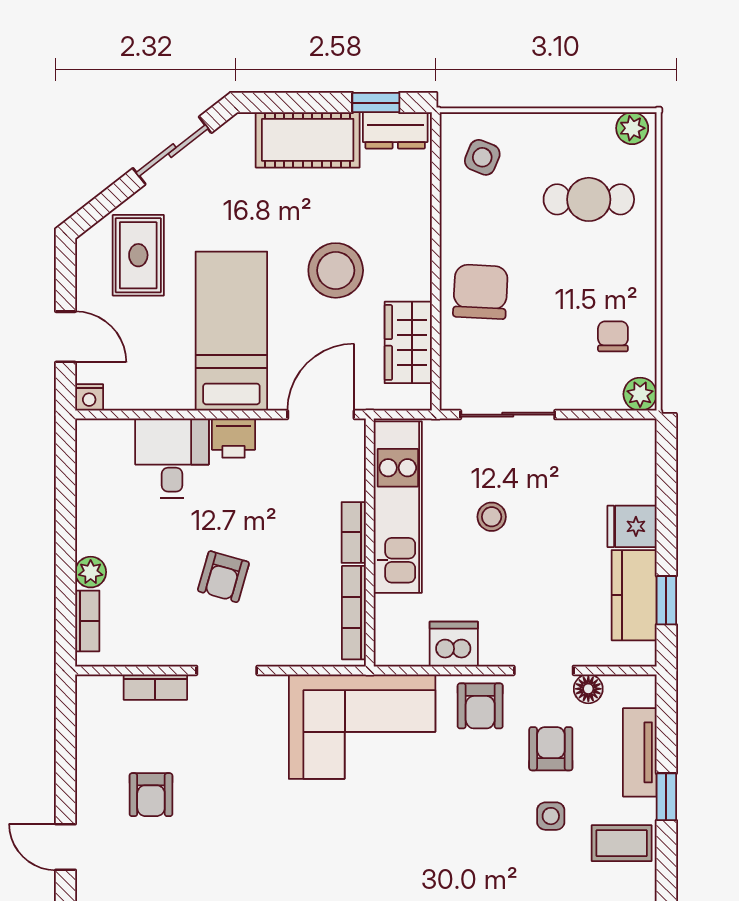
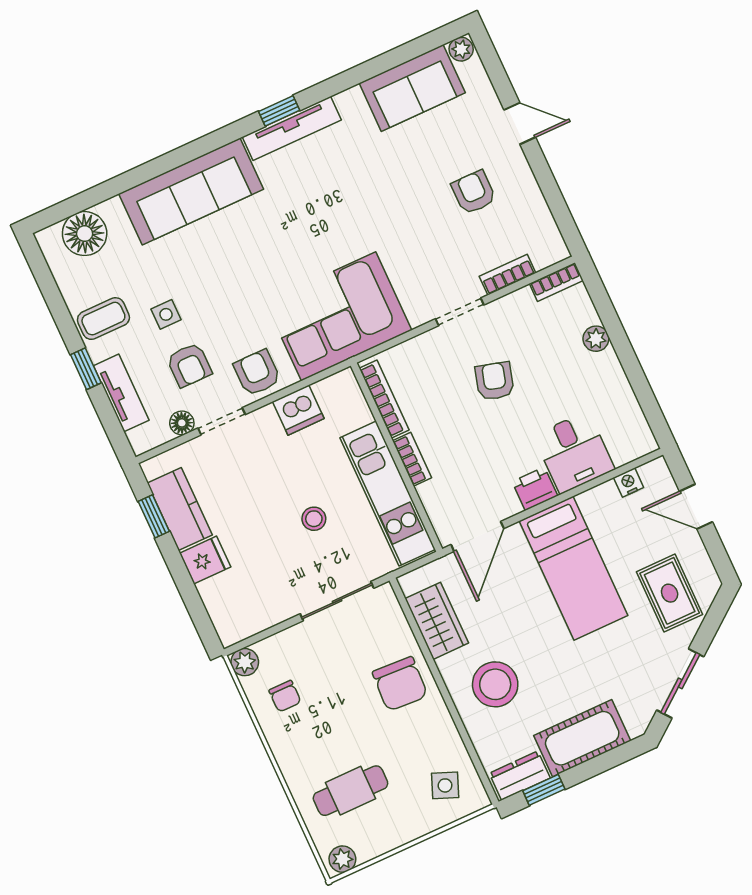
stool: (336, 270) -> (495, 684), moved
nightstand: (89, 397) -> (629, 483), moved
bookcase: (87, 621) -> (556, 282), moved, turned -90

